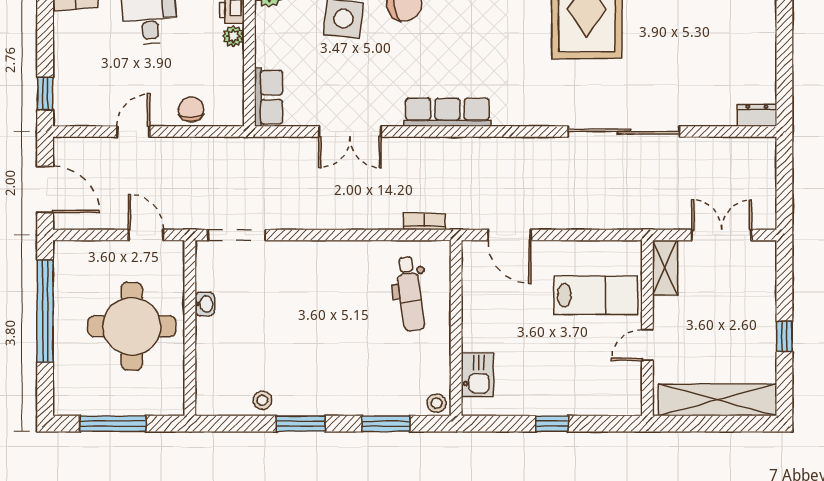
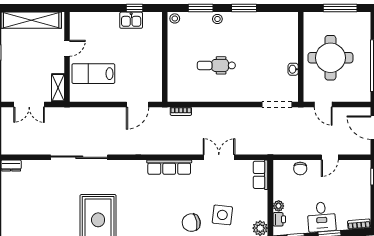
door: (509, 235) -> (138, 104), swing flipped
dental chair: (410, 294) -> (216, 65), moved, turned -82
kitchen sink: (477, 375) -> (131, 20), moved, turned -90
stool: (262, 400) -> (217, 19), moved
window: (552, 424) -> (135, 8), moved

